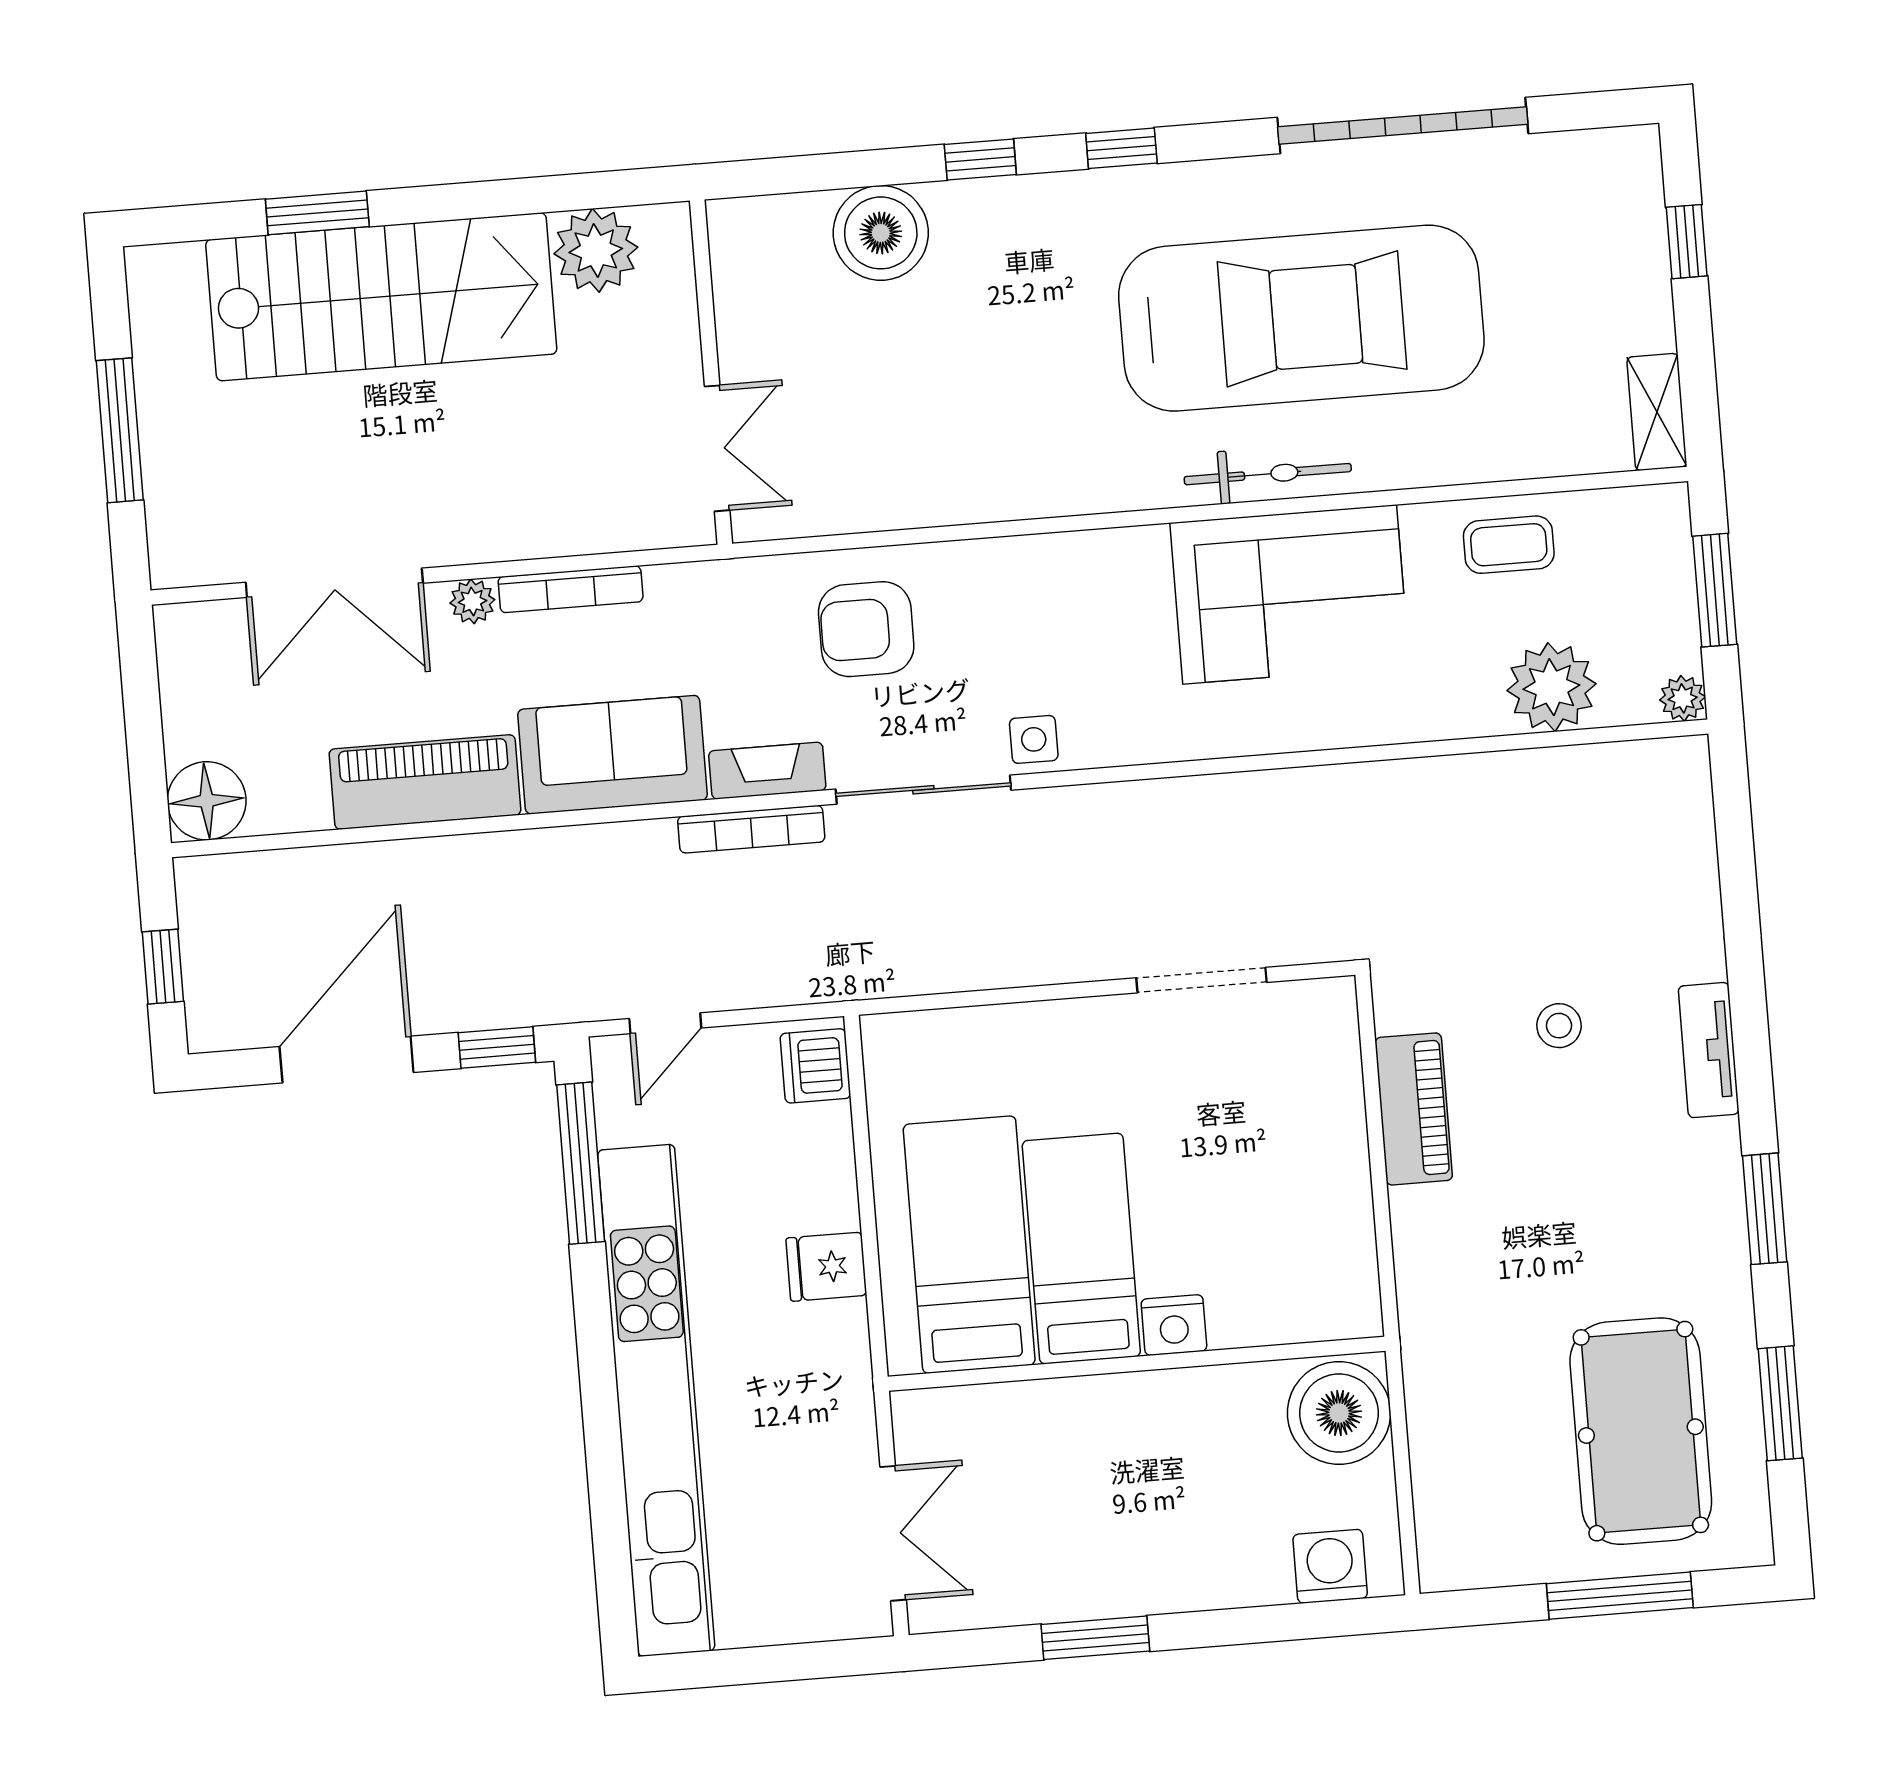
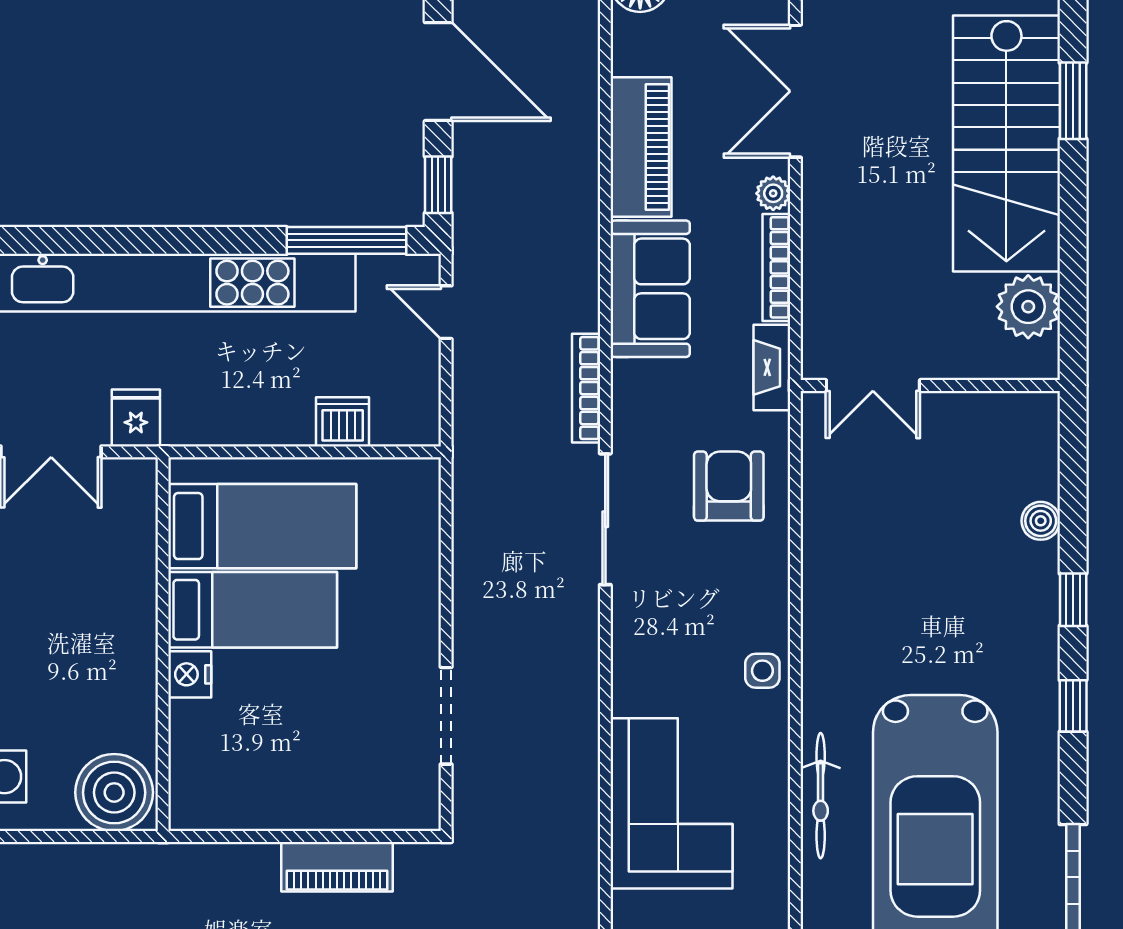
boiler: (881, 233) -> (1041, 521), width x0.54, depth x0.54
corner sofa: (1290, 594) -> (671, 803), moved, turned 180
side table: (1034, 739) -> (762, 671), moved
fireplace: (767, 771) -> (772, 367), moved, turned 180
dishwasher: (815, 1066) -> (343, 422), moved
fridge: (826, 1267) -> (136, 418), moved

